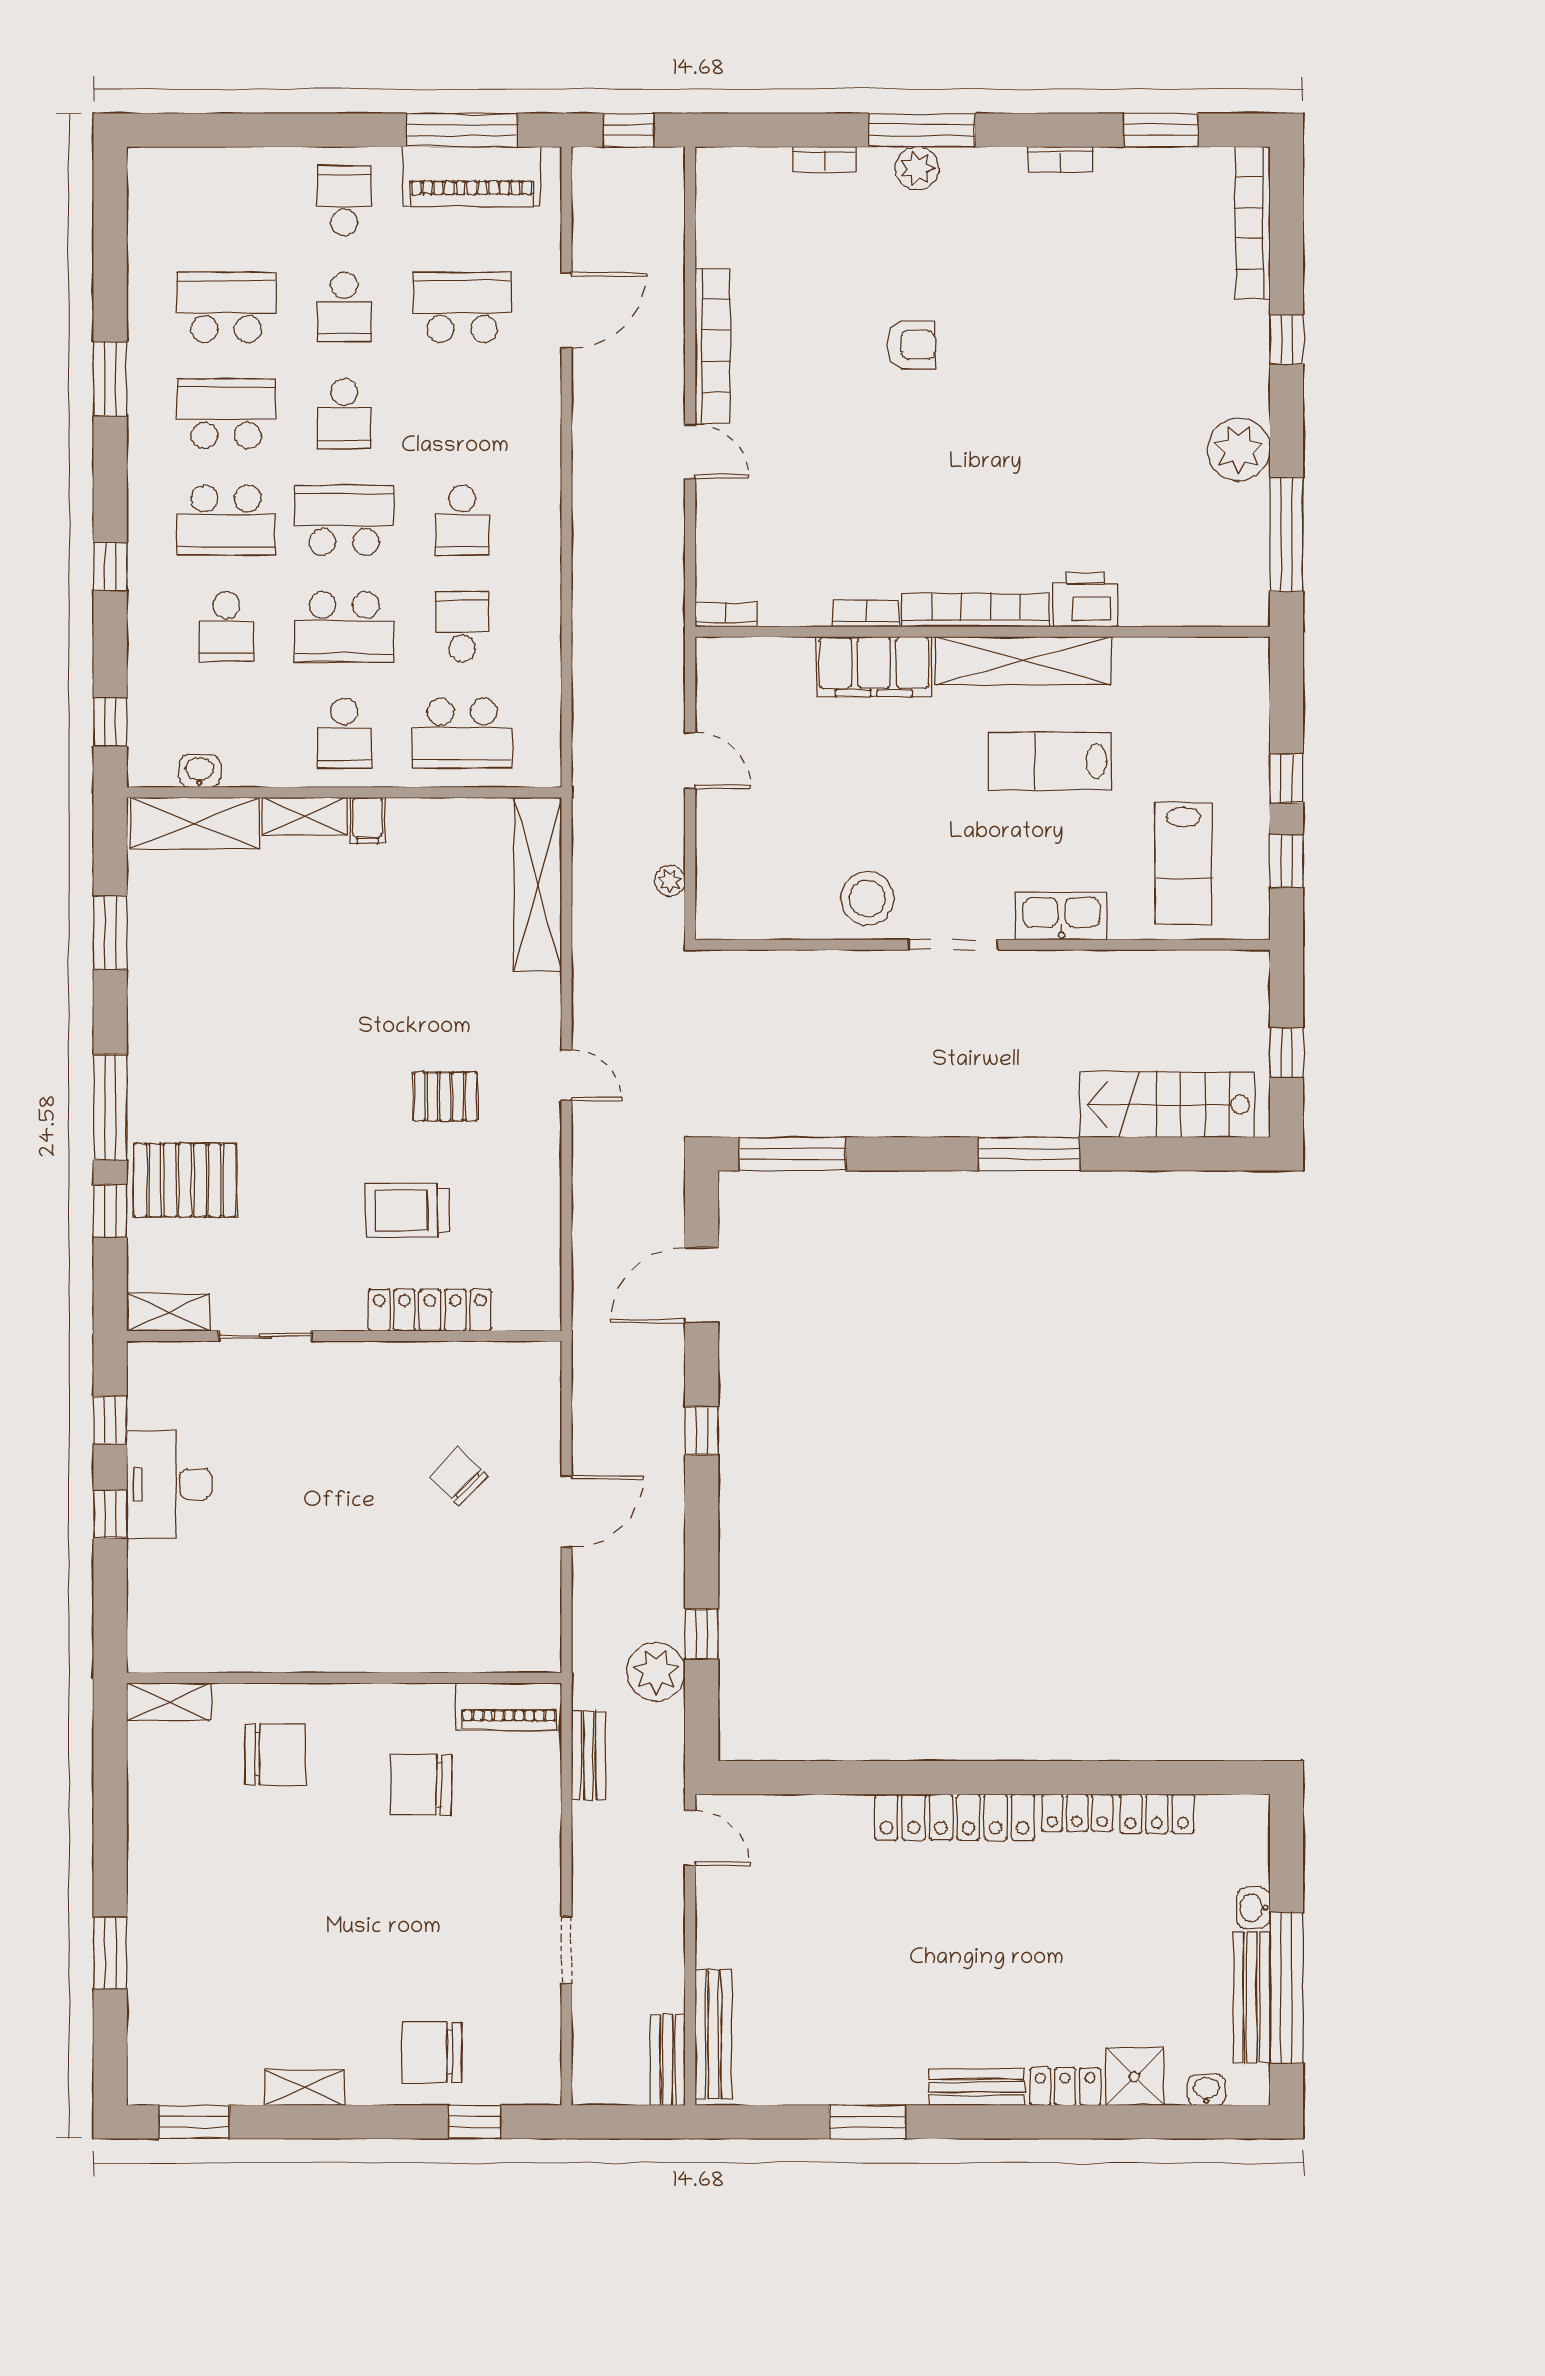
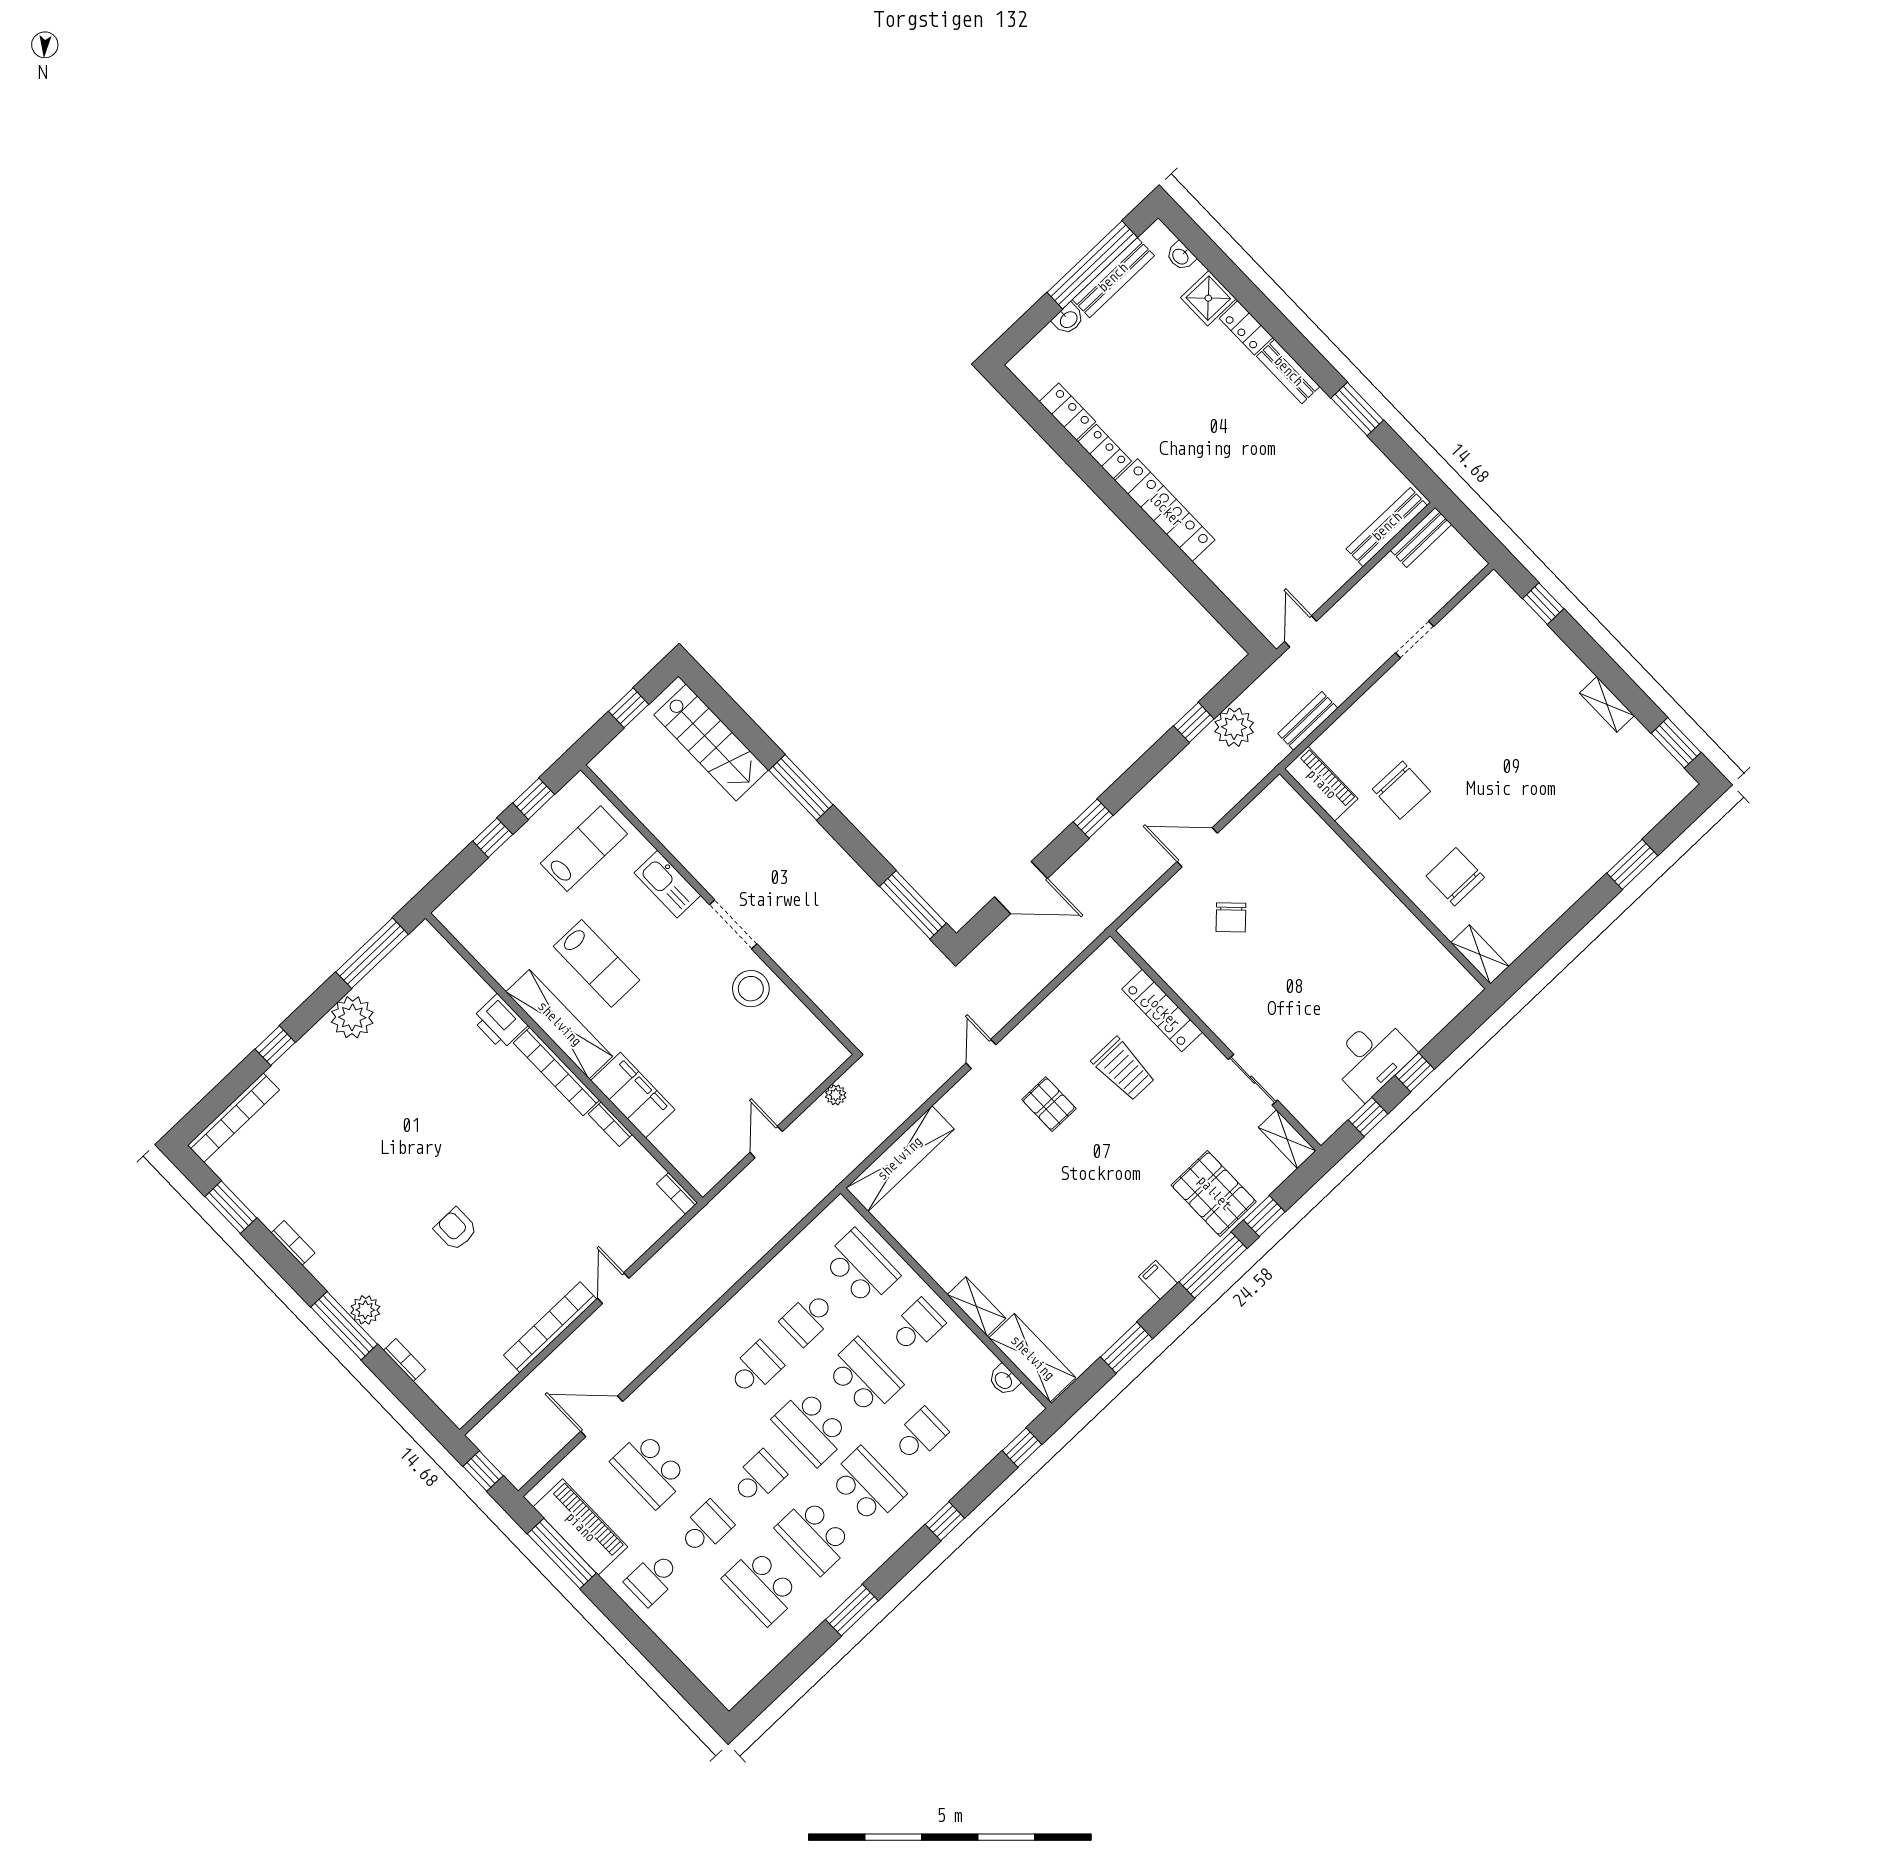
filing cabinet: (368, 820) -> (1158, 1280), moved, turned -90
chair: (432, 2052) -> (1529, 658), removed

